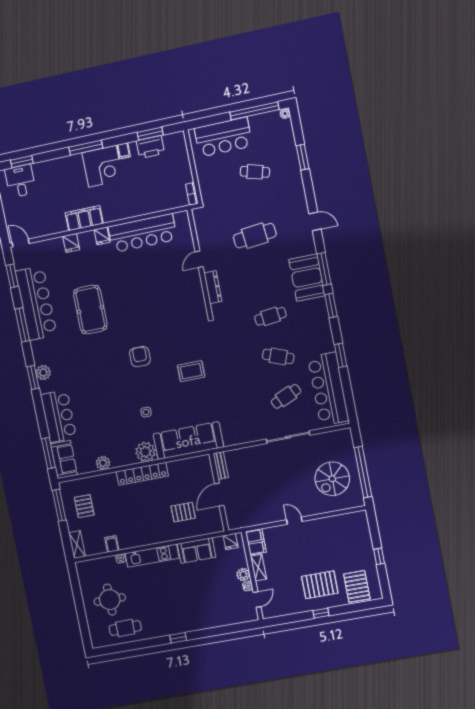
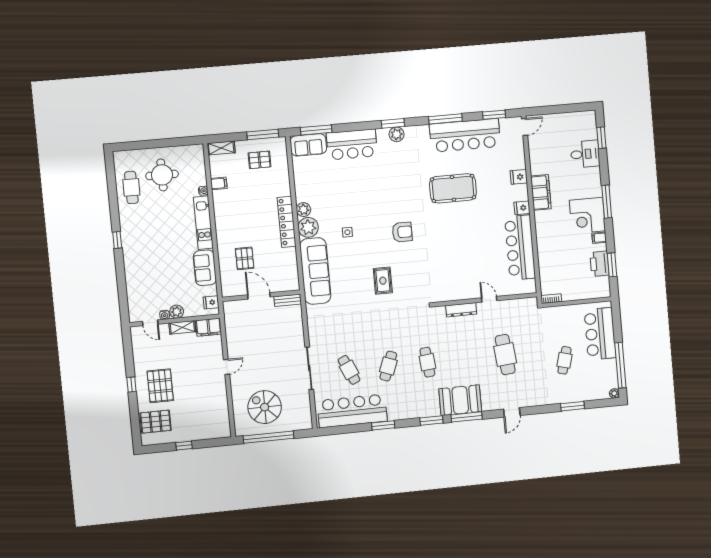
desk: (20, 181) -> (585, 154), moved
plant: (103, 463) -> (304, 210), moved

